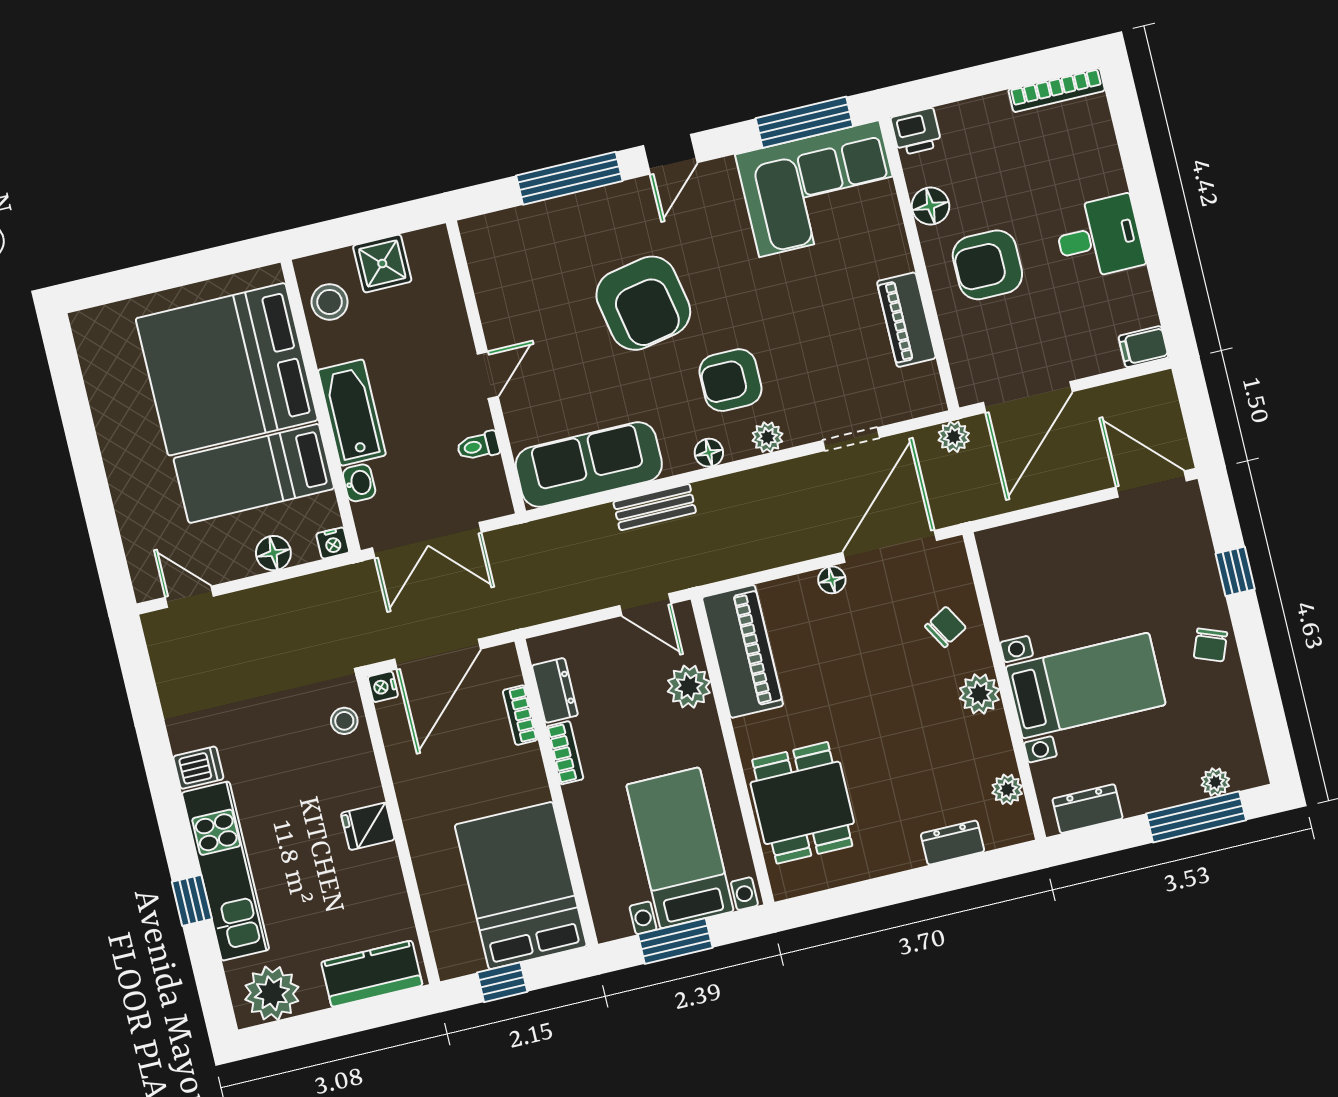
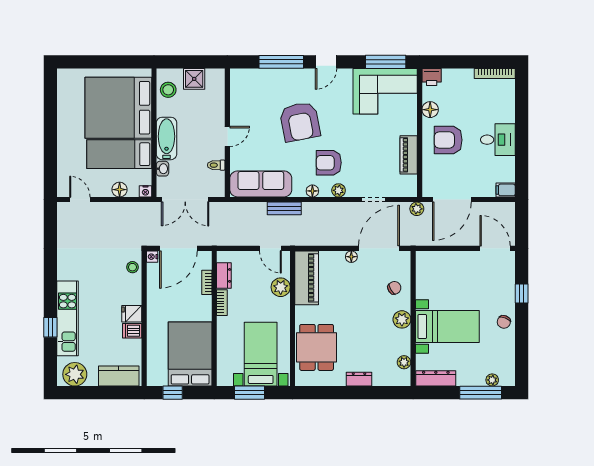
dishwasher: (198, 768) -> (132, 331), moved, turned 180
dresser: (1088, 809) -> (436, 378), width x1.44
dresser: (952, 843) -> (359, 379), moved

